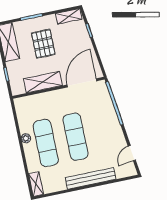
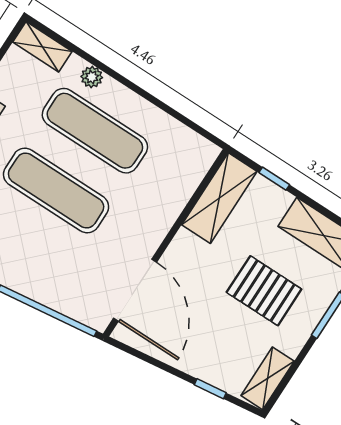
shelving: (43, 82) -> (219, 198), moved
plant: (26, 138) -> (92, 77), moved

